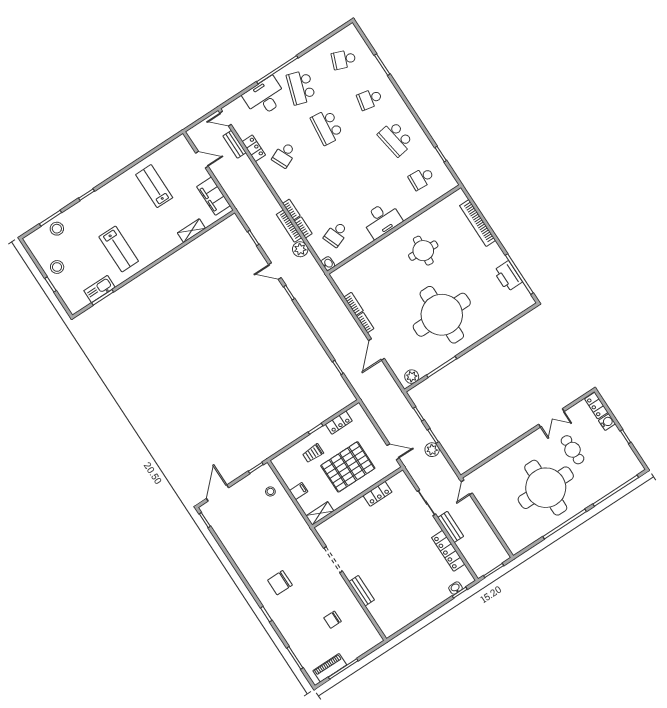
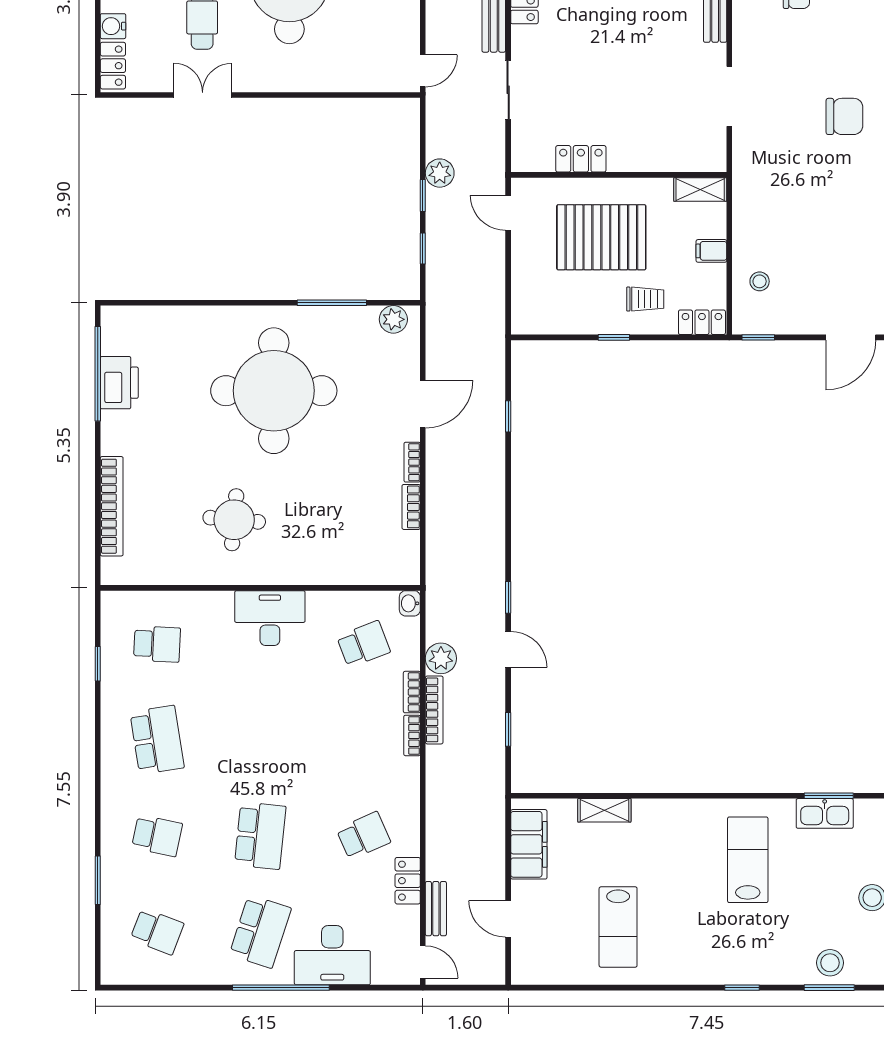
locker: (339, 423) -> (702, 322), moved

